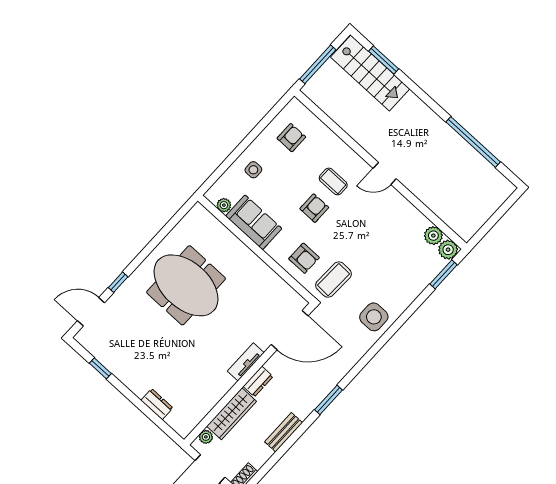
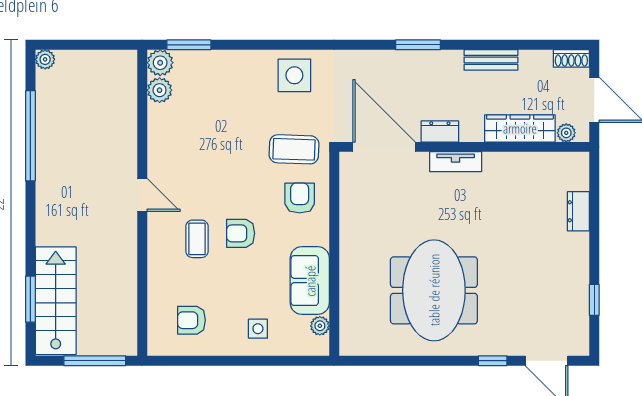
plant: (508, 188) -> (45, 59), added
dresser: (258, 381) -> (440, 131), moved

